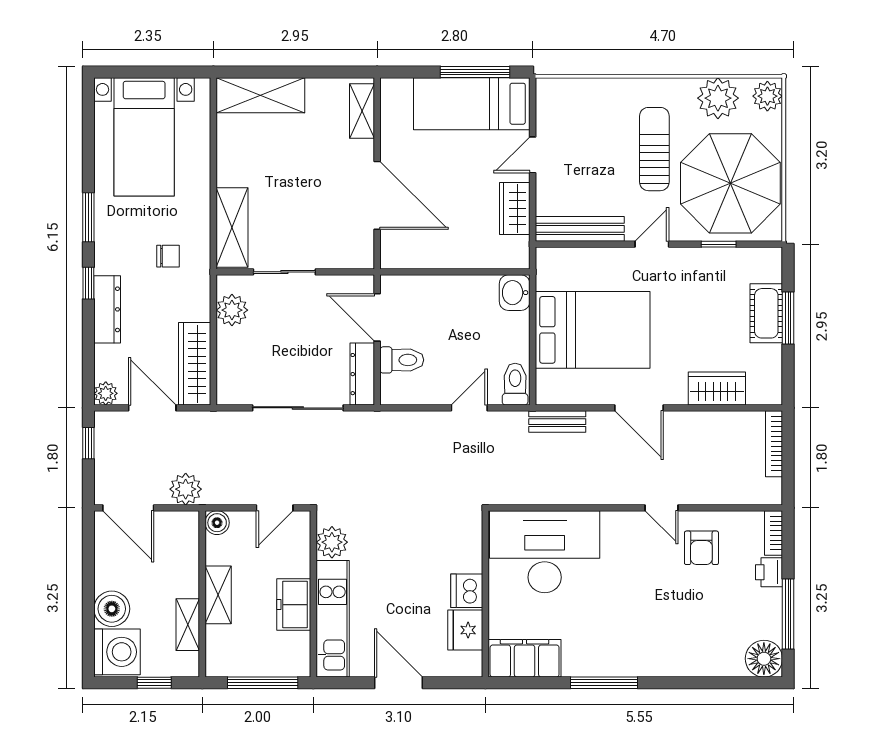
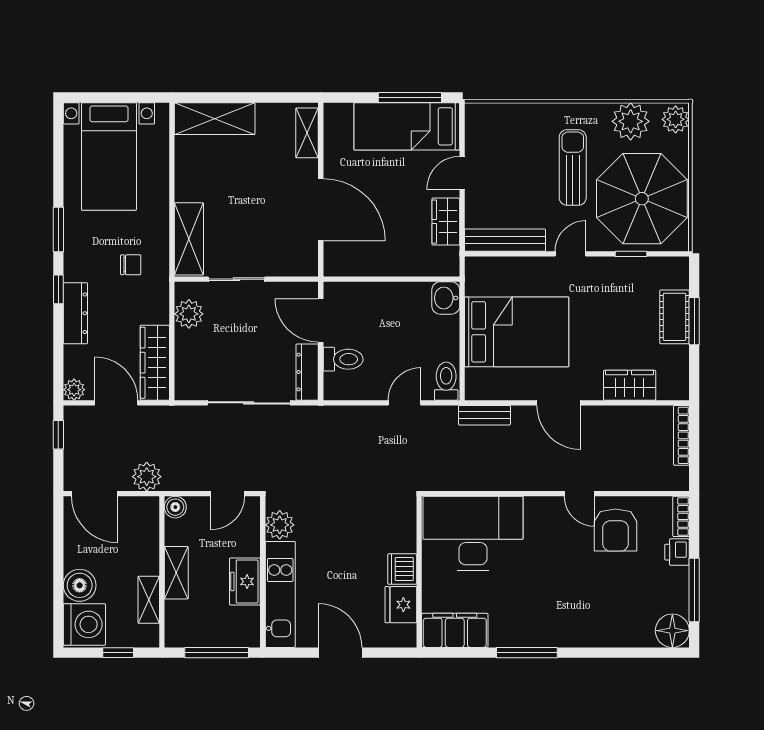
armchair: (701, 548) -> (615, 530), width x1.38, depth x1.38

